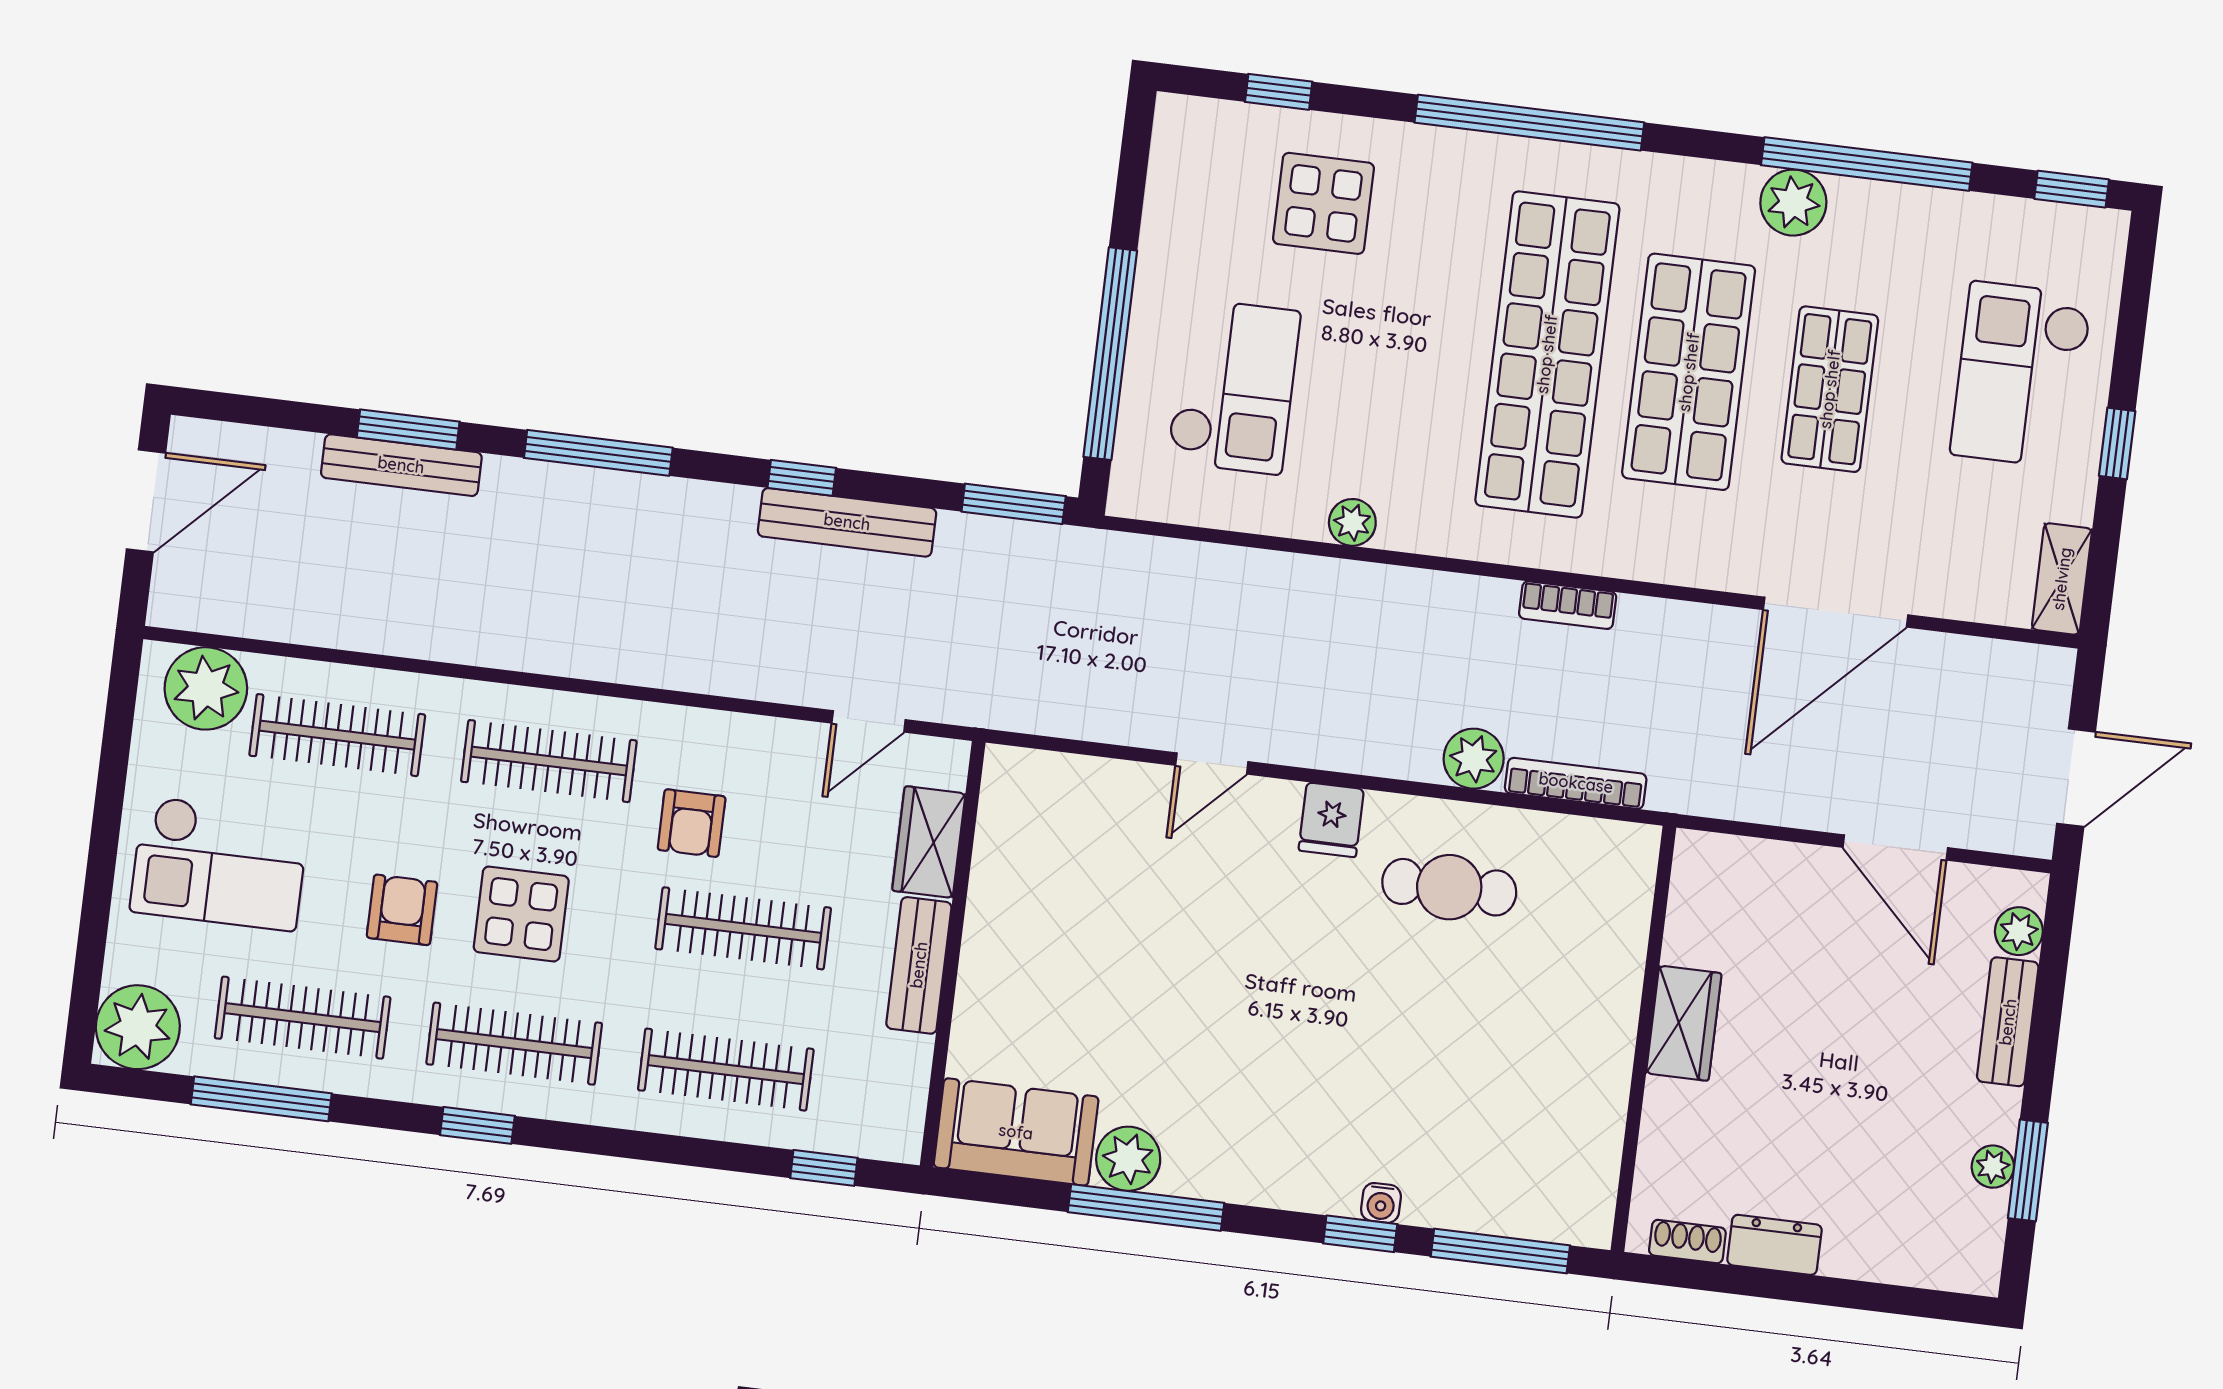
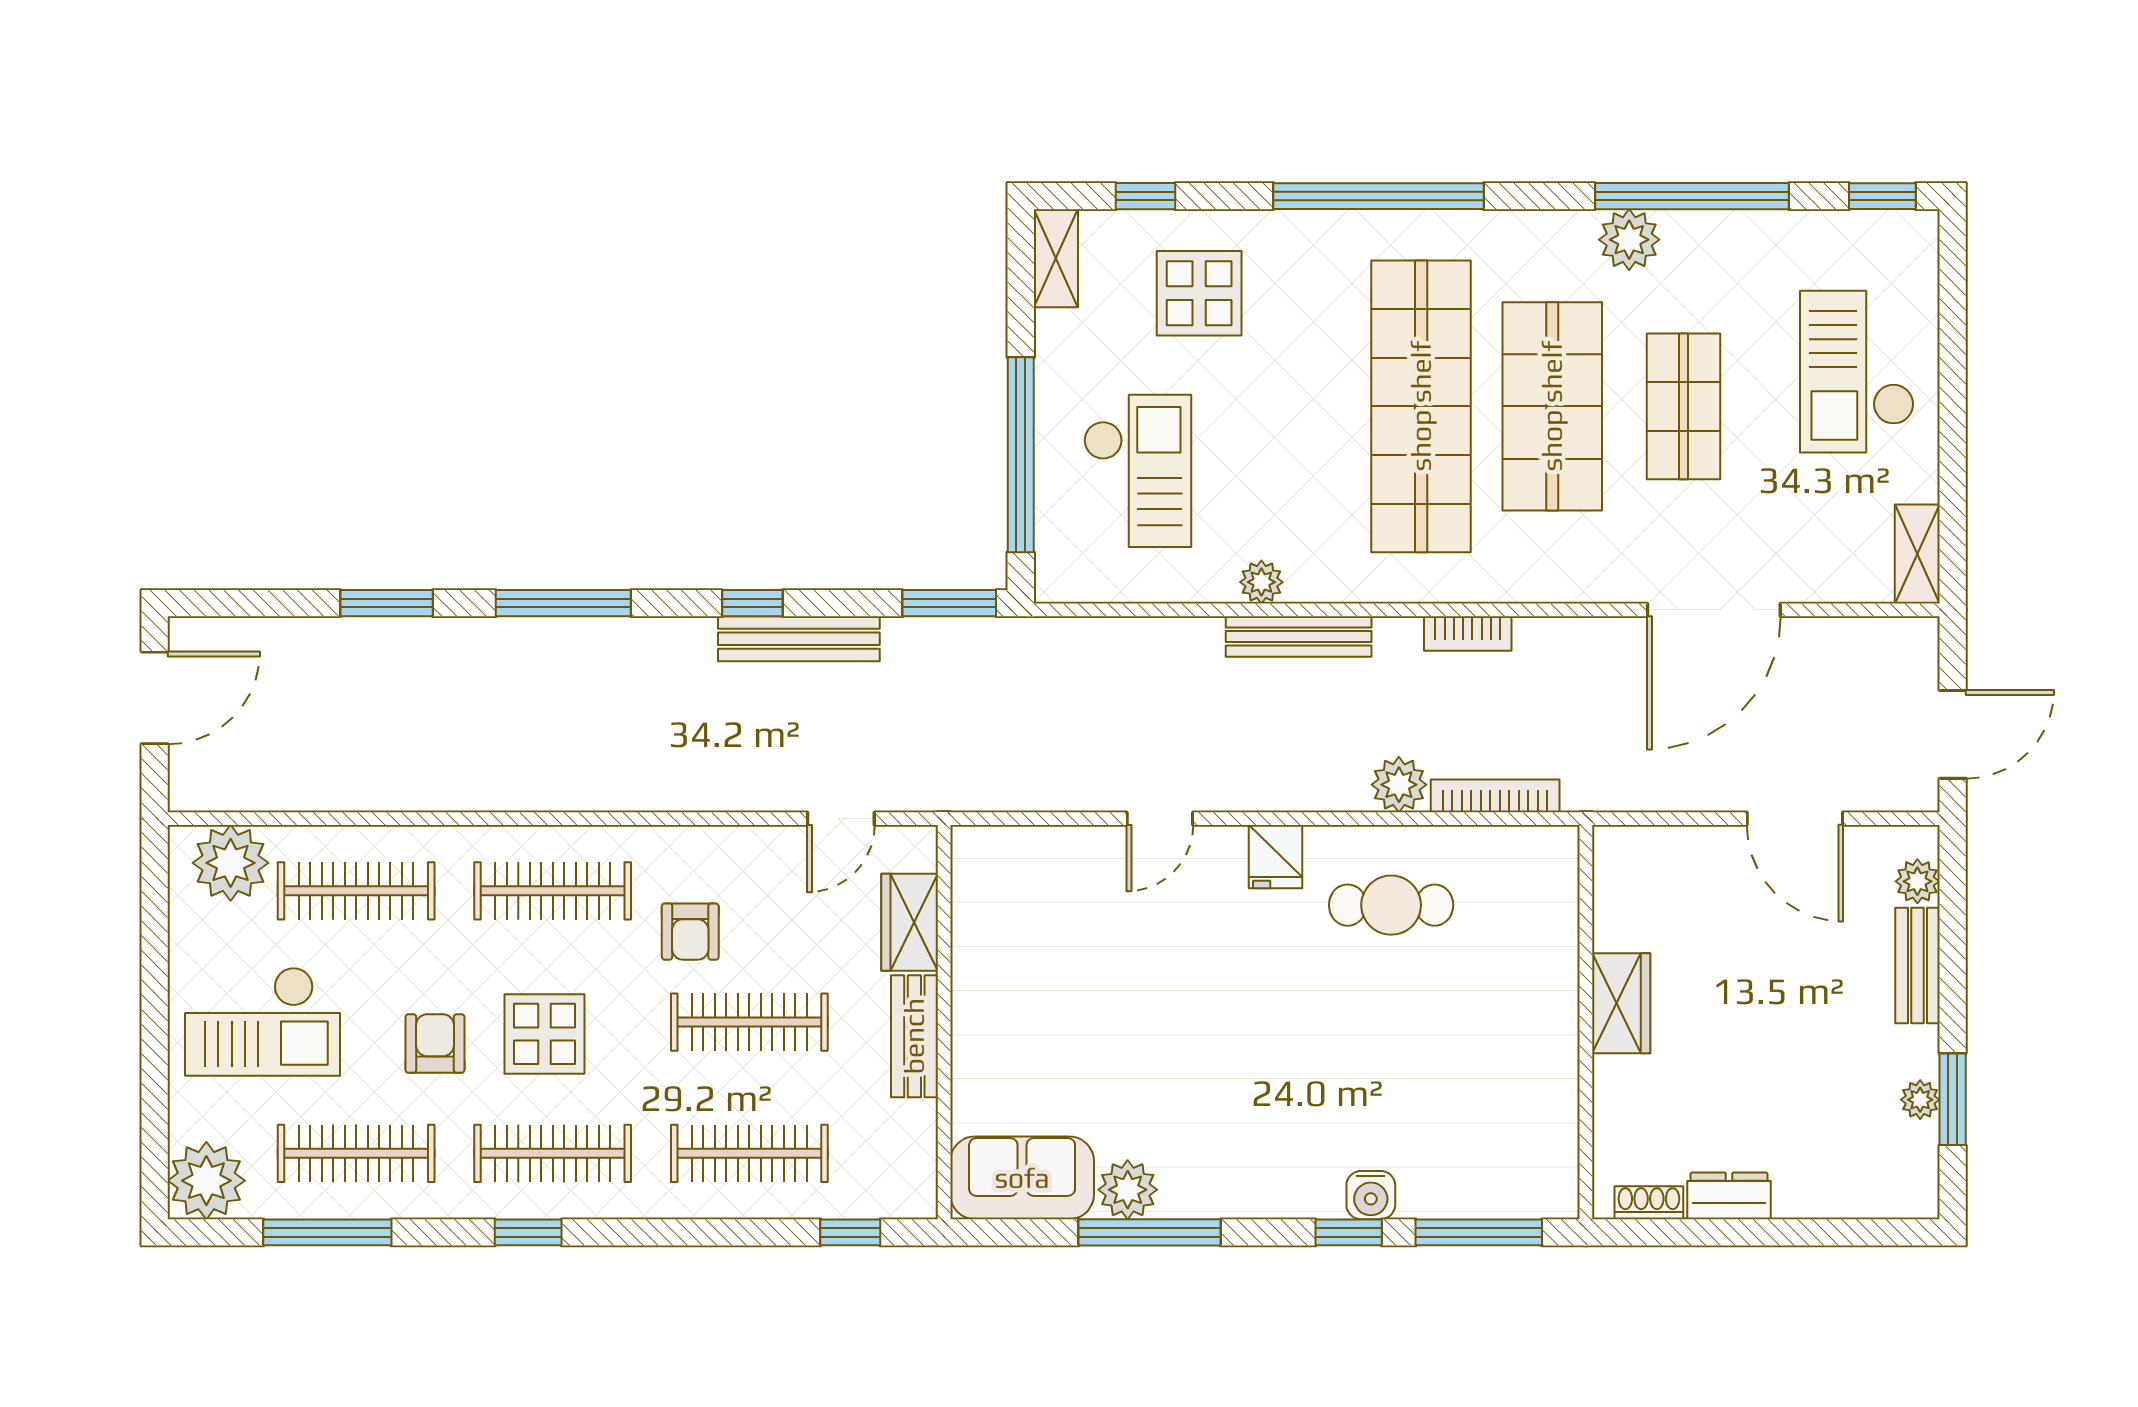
shelving: (1174, 147) -> (1056, 258), added
window: (2117, 443) -> (1953, 424), removed
bench: (401, 465) -> (1299, 637), moved
water cooler: (1381, 1203) -> (1371, 1195), width x1.38, depth x1.38

